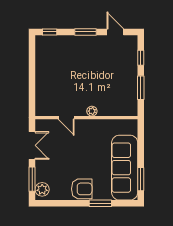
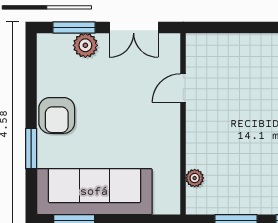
plant: (92, 111) -> (195, 178), moved
plant: (42, 189) -> (85, 45), moved

